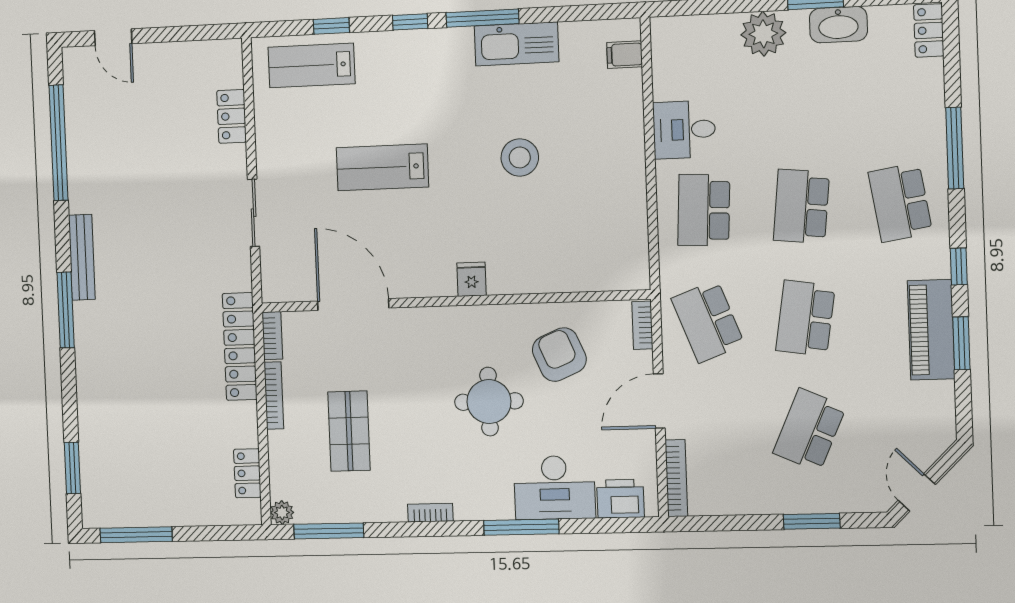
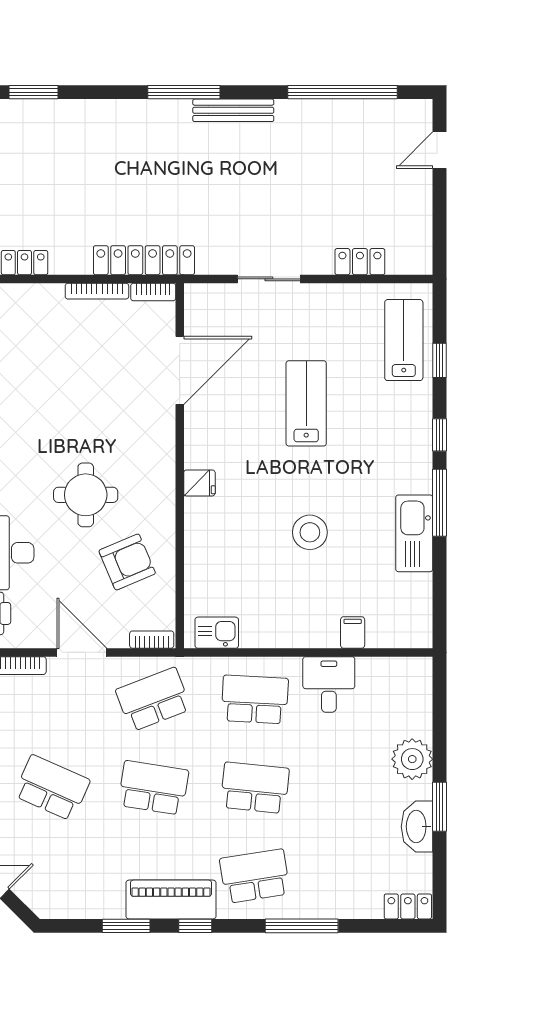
filing cabinet: (625, 55) -> (353, 632), moved
kitchen sink: (632, 255) -> (217, 633), added
piano: (931, 330) -> (171, 899), moved
shop shelf: (349, 431) -> (62, 362), removed

